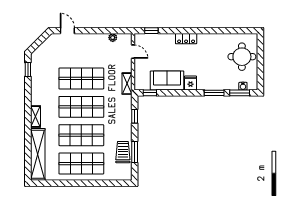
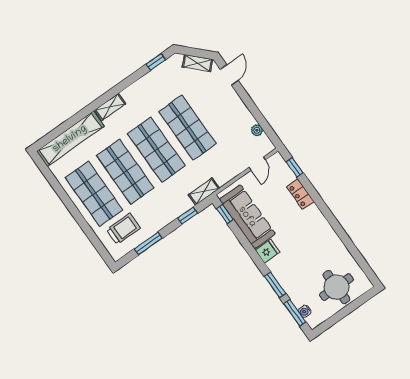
locker: (186, 39) -> (300, 194), moved
shelving: (47, 45) -> (198, 63), added
sofa: (167, 80) -> (247, 217), width x1.36
shelving: (127, 84) -> (204, 191), moved
trolley: (123, 152) -> (123, 229), moved

